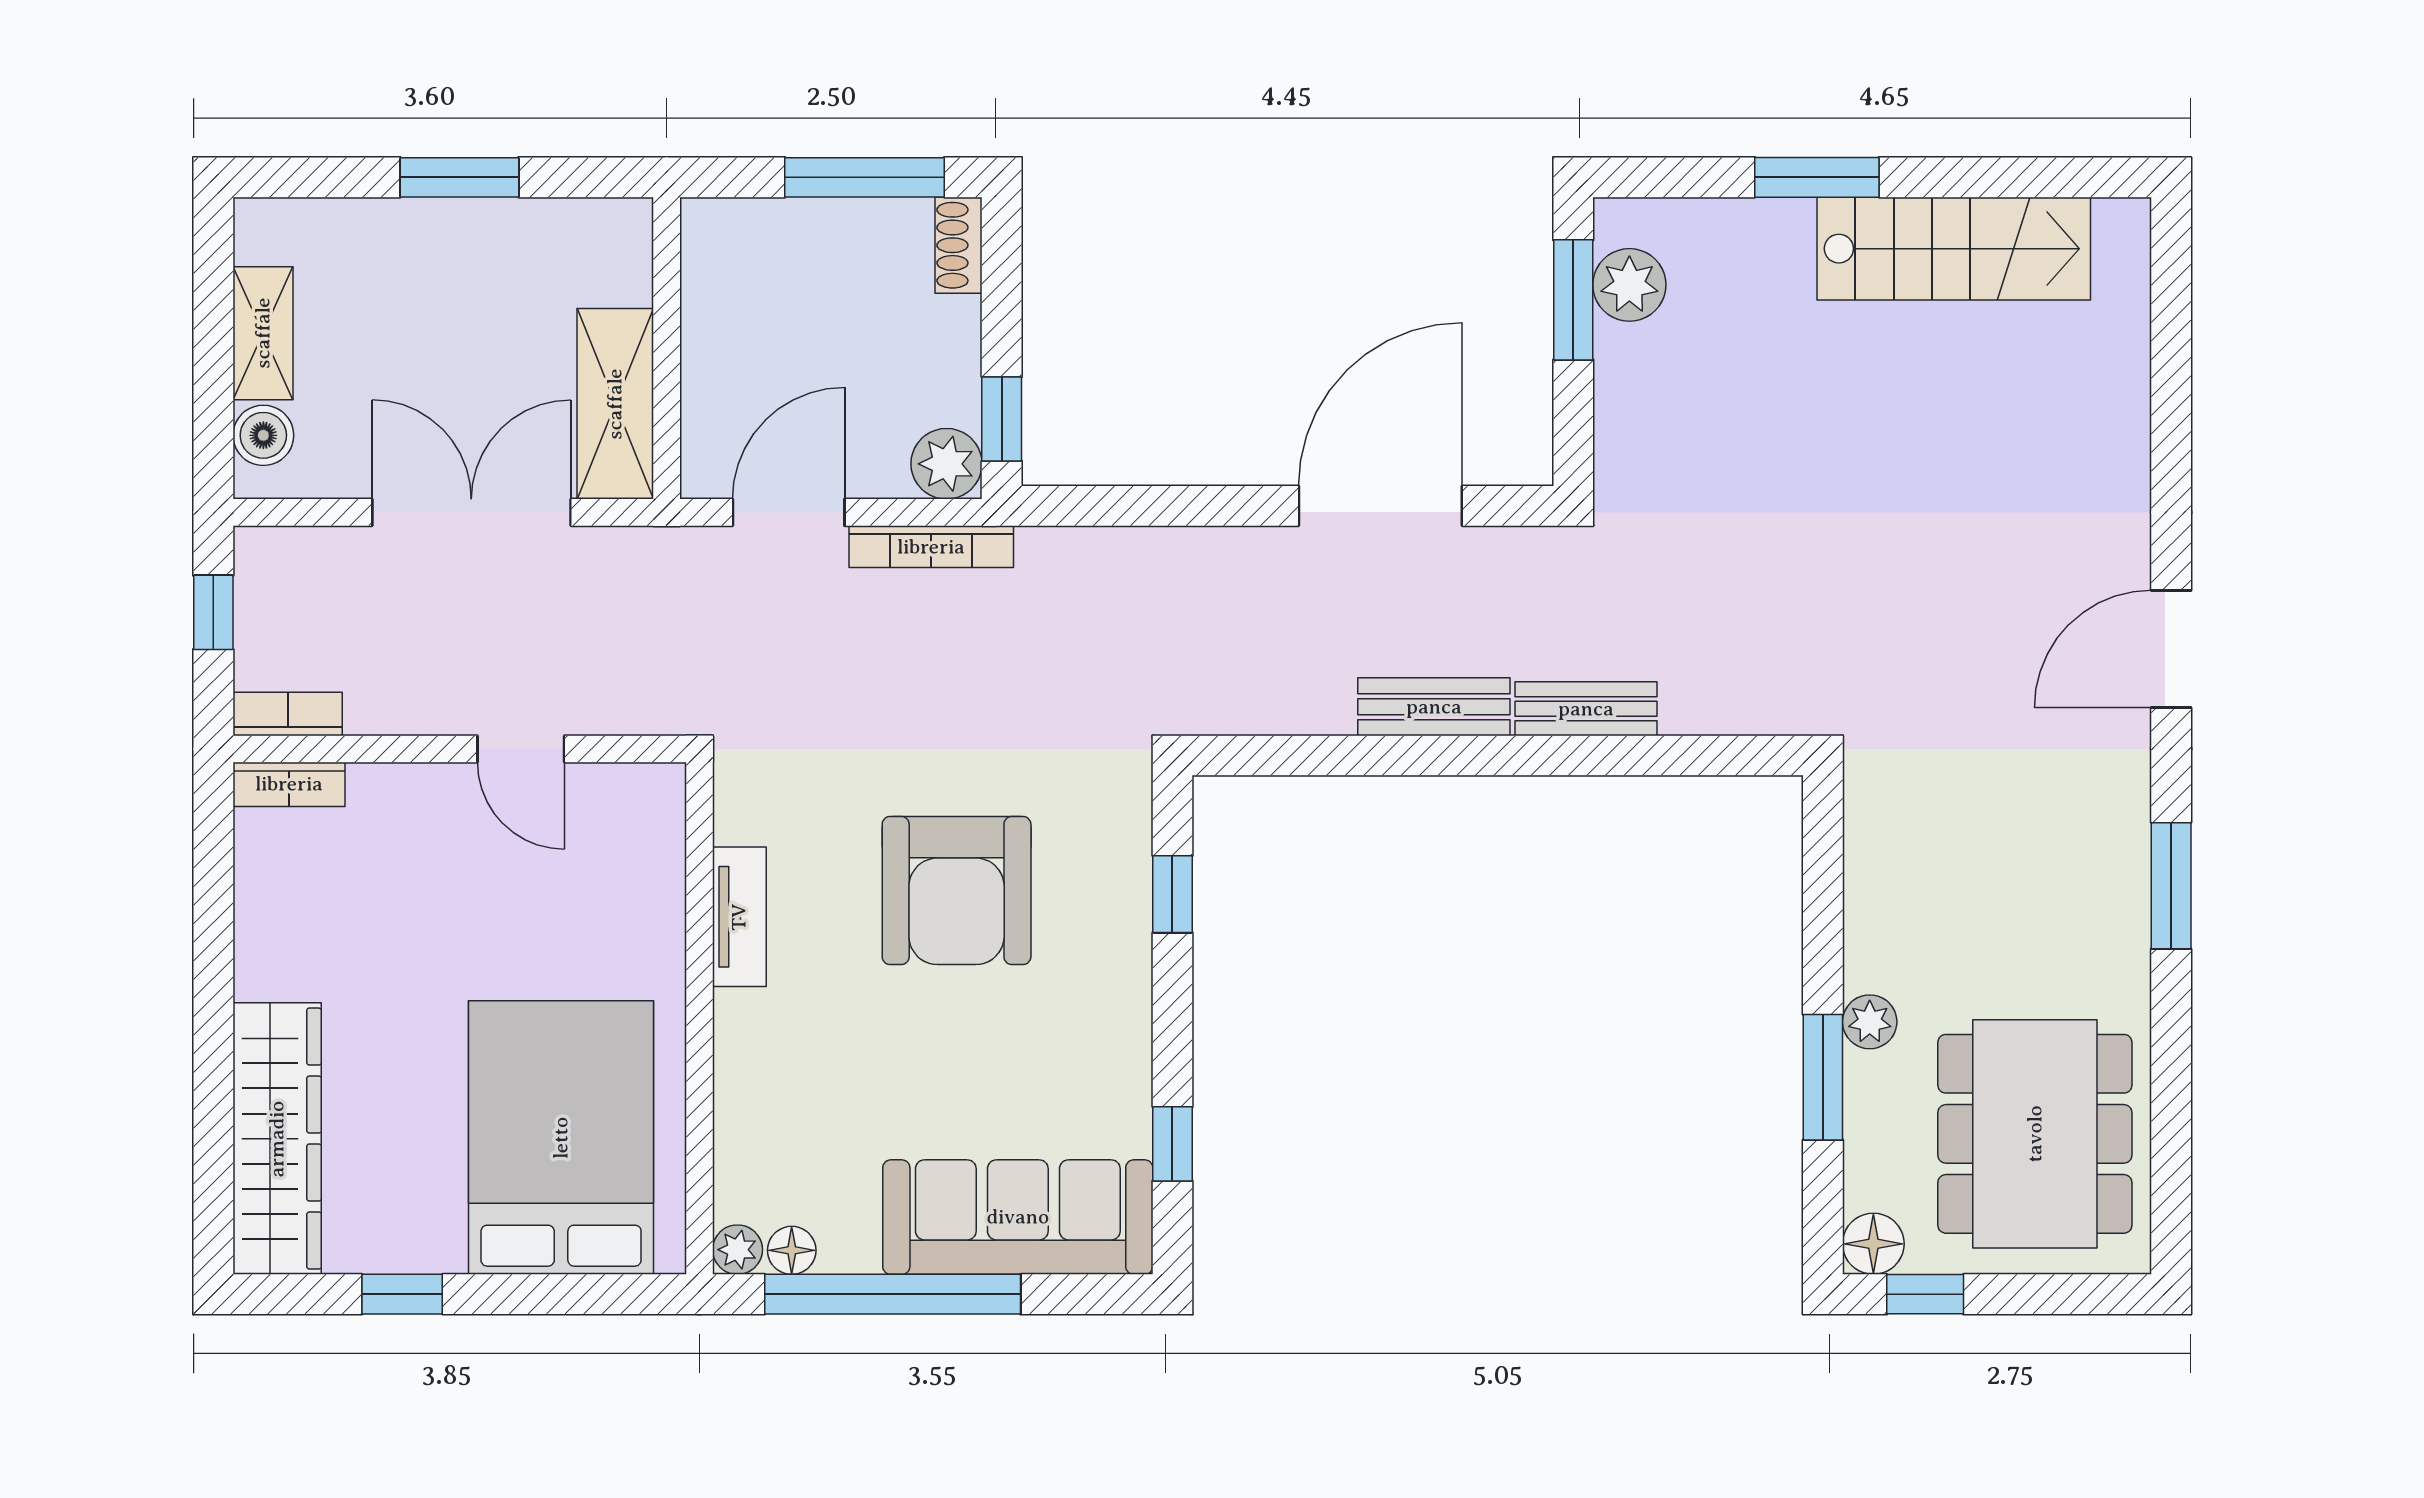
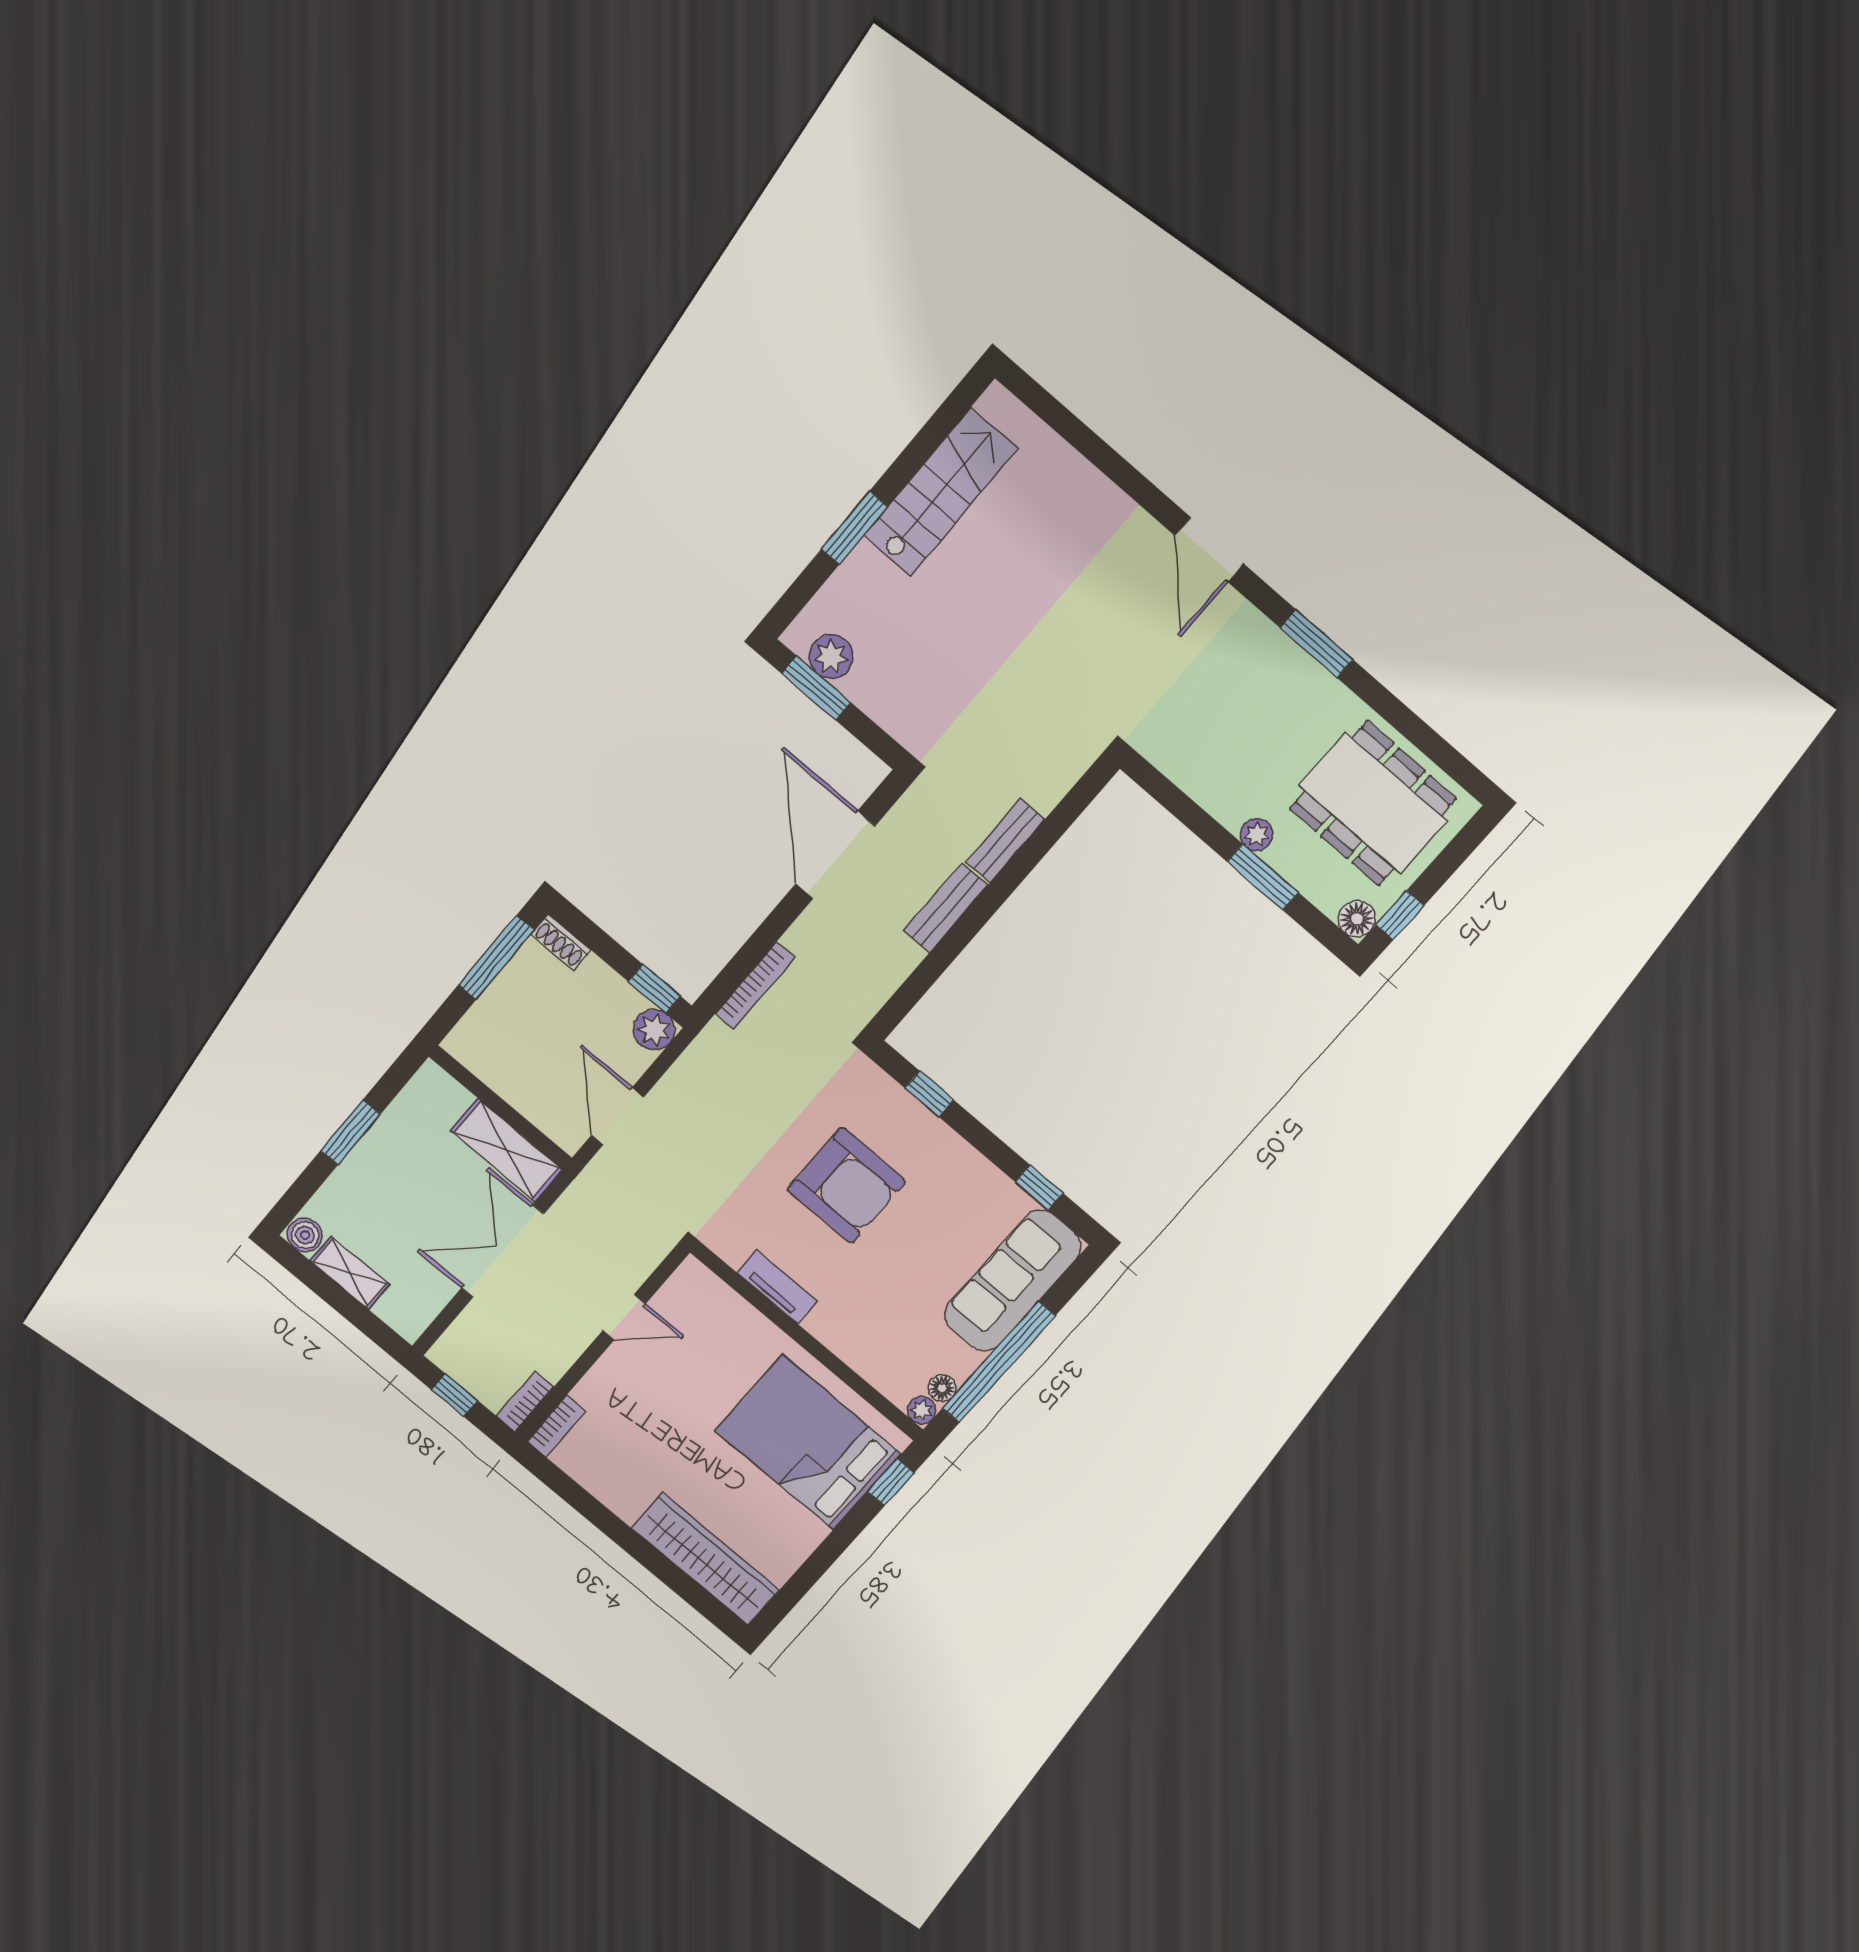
boiler: (263, 435) -> (305, 1235), moved
bookcase: (931, 547) -> (755, 986), moved
window: (402, 1294) -> (891, 1482), moved

